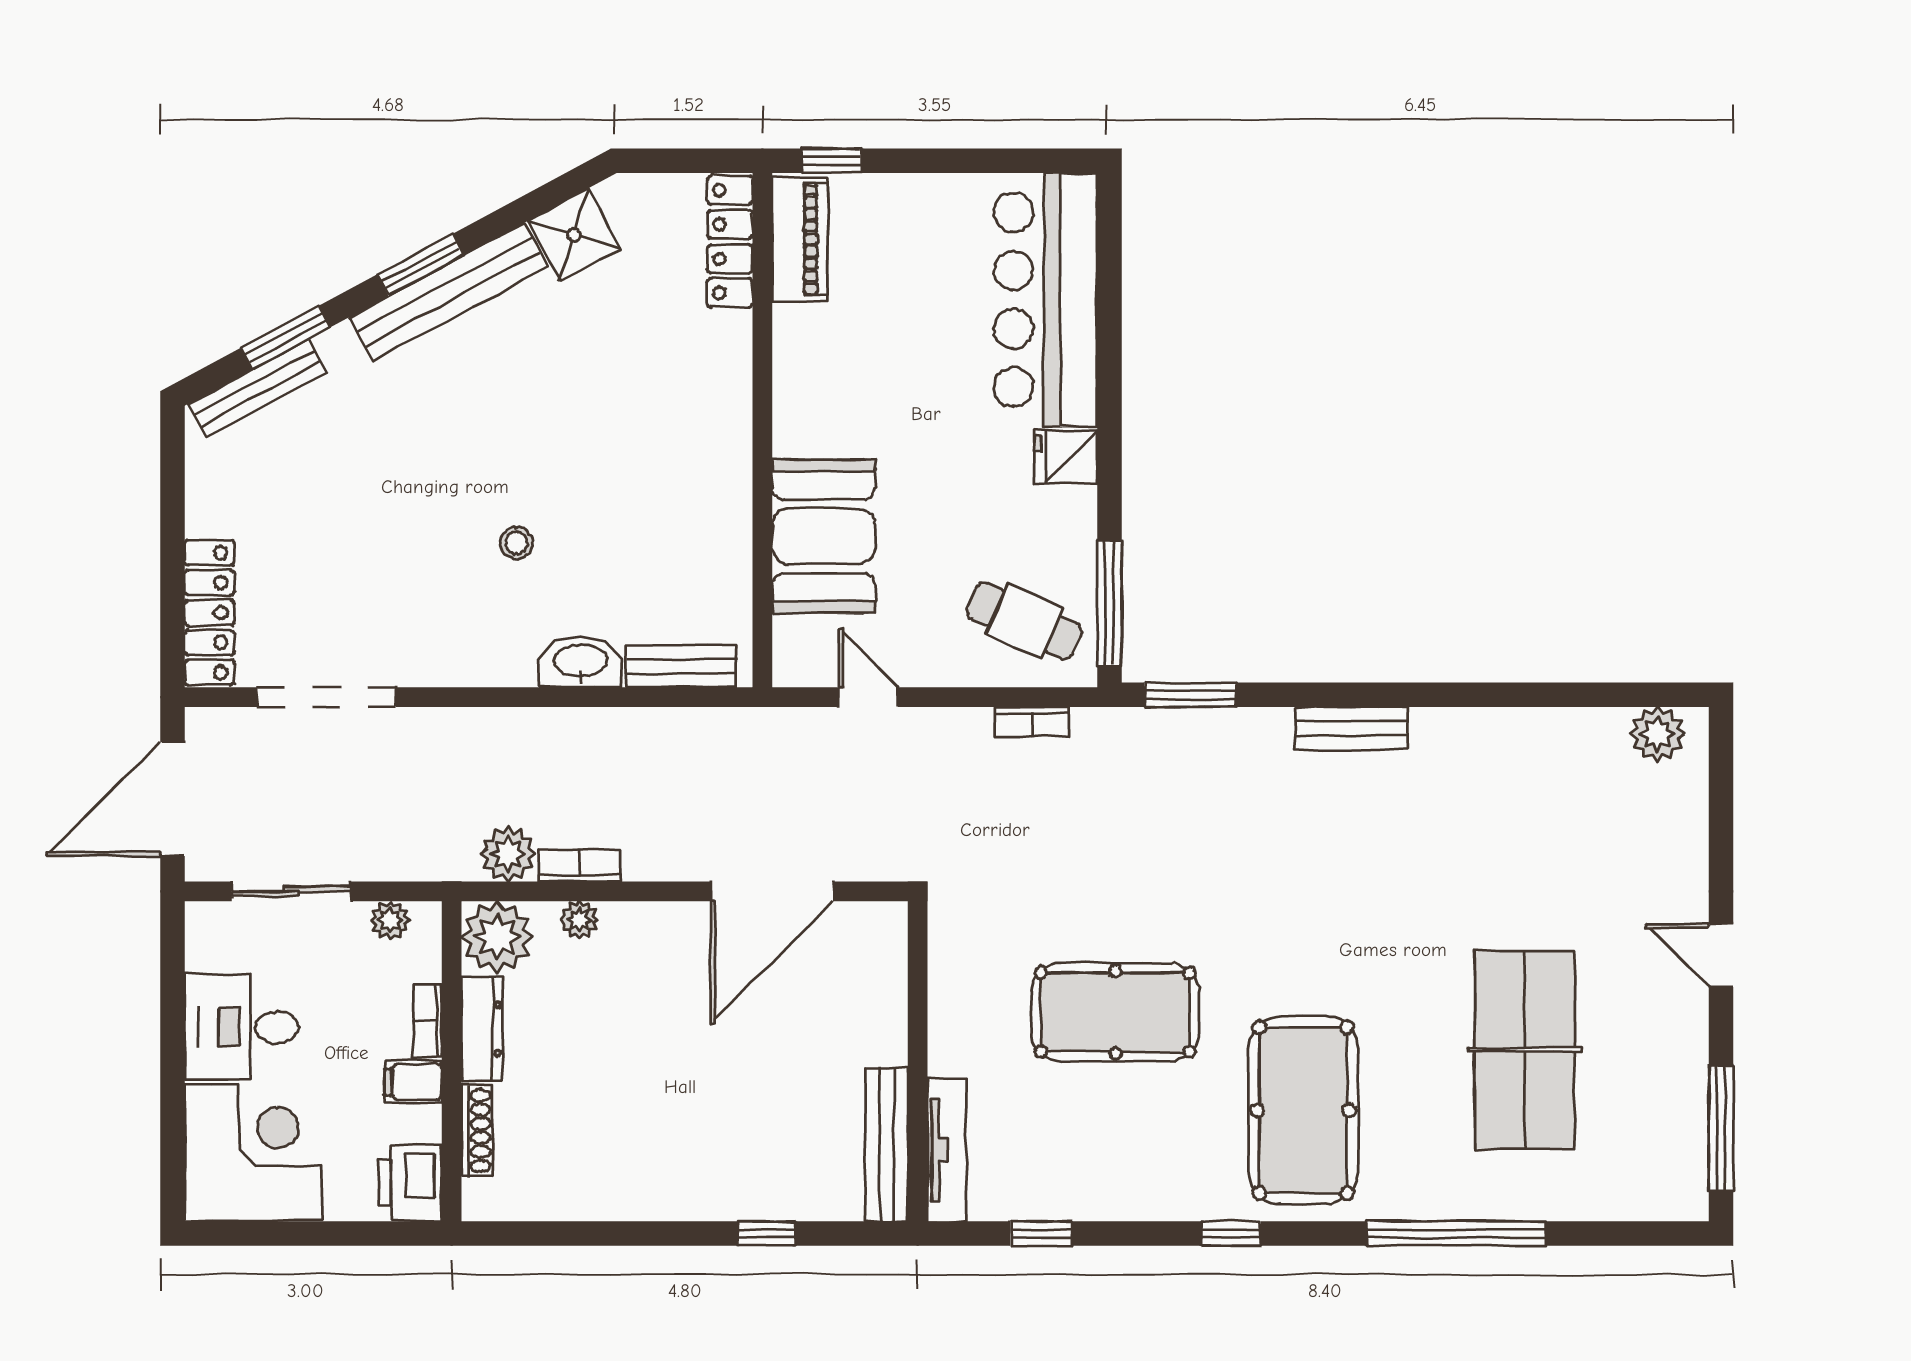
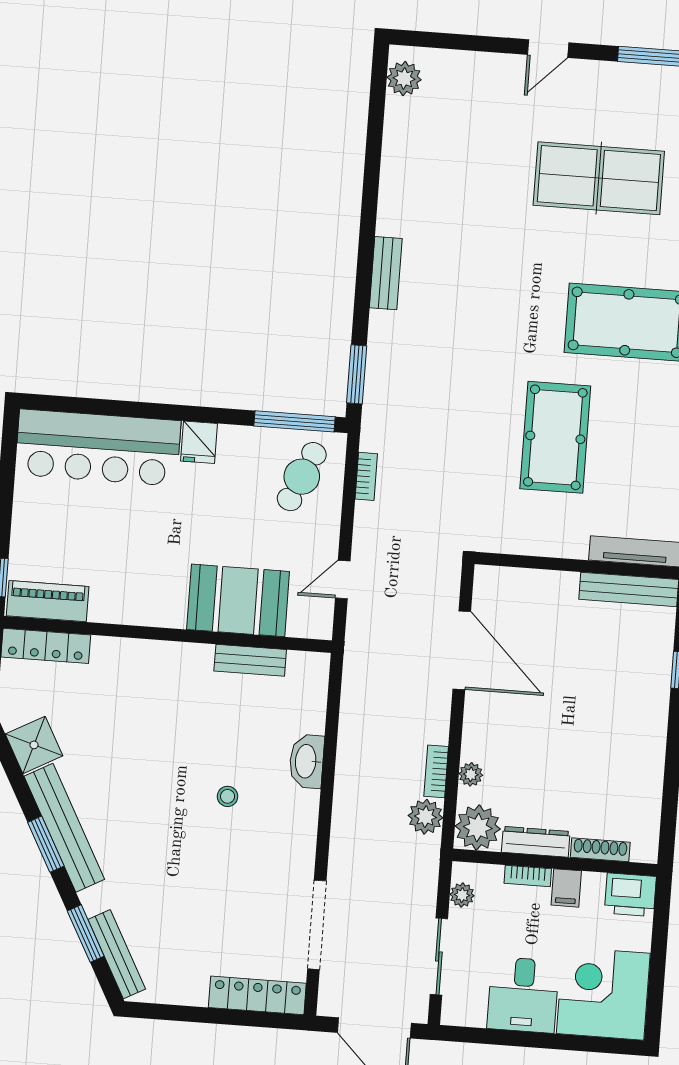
bench: (681, 666) -> (250, 660), moved, turned 90

